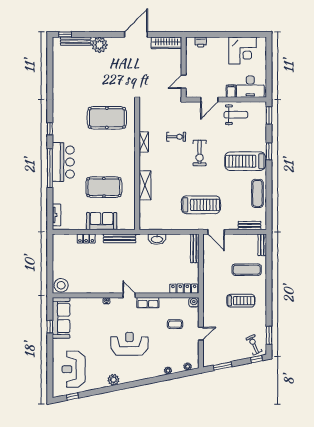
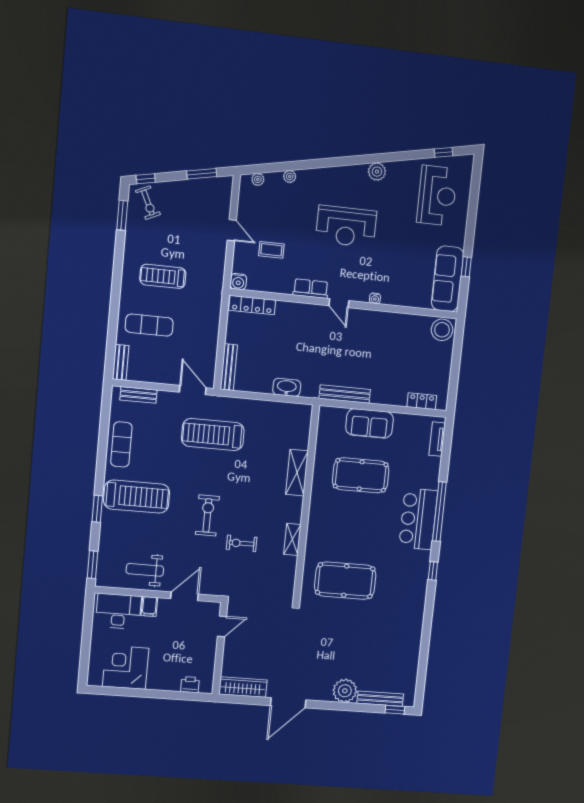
locker: (86, 238) -> (422, 401), moved
door: (201, 334) -> (232, 230), swing flipped

